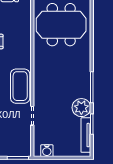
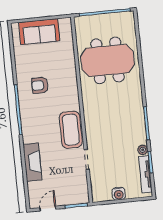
plant: (81, 108) -> (143, 150), width x0.53, depth x0.53
water cooler: (47, 151) -> (119, 194), moved

